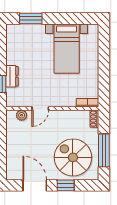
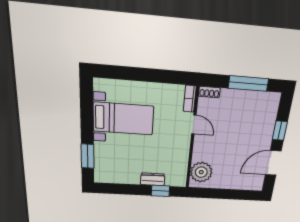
door: (40, 109) -> (194, 124), moved
plant: (22, 115) -> (201, 172), width x1.87, depth x1.87
spiral stairs: (73, 157) -> (251, 120), removed

